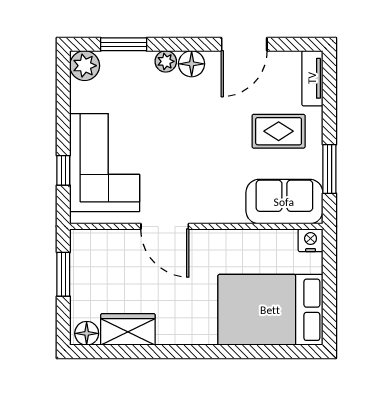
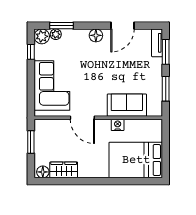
plant: (166, 61) -> (56, 34), moved
window: (329, 96) -> (166, 52), added
rug: (279, 131) -> (140, 70), removed
window: (63, 170) -> (31, 52), moved
sofa: (284, 202) -> (127, 105), moved
nightstand: (311, 240) -> (118, 125), moved

